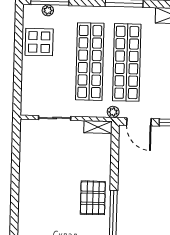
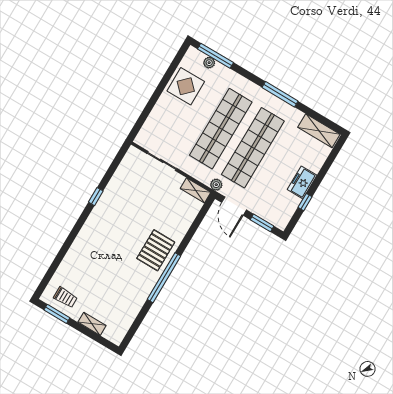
window: (15, 181) -> (96, 197), added

